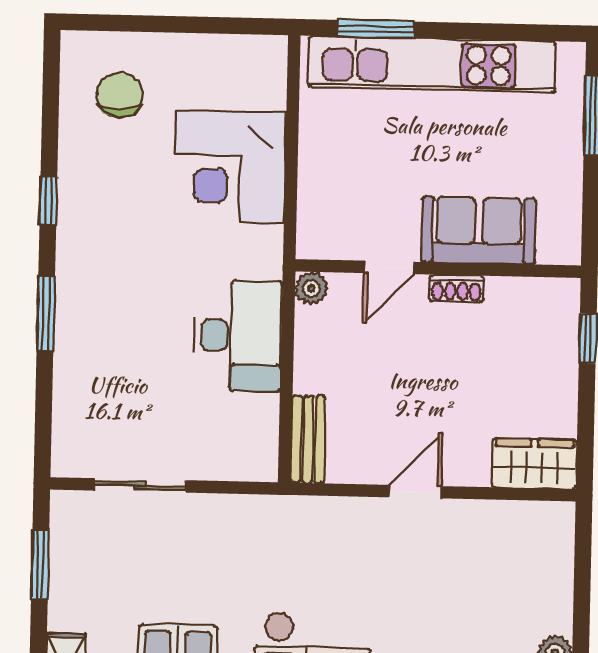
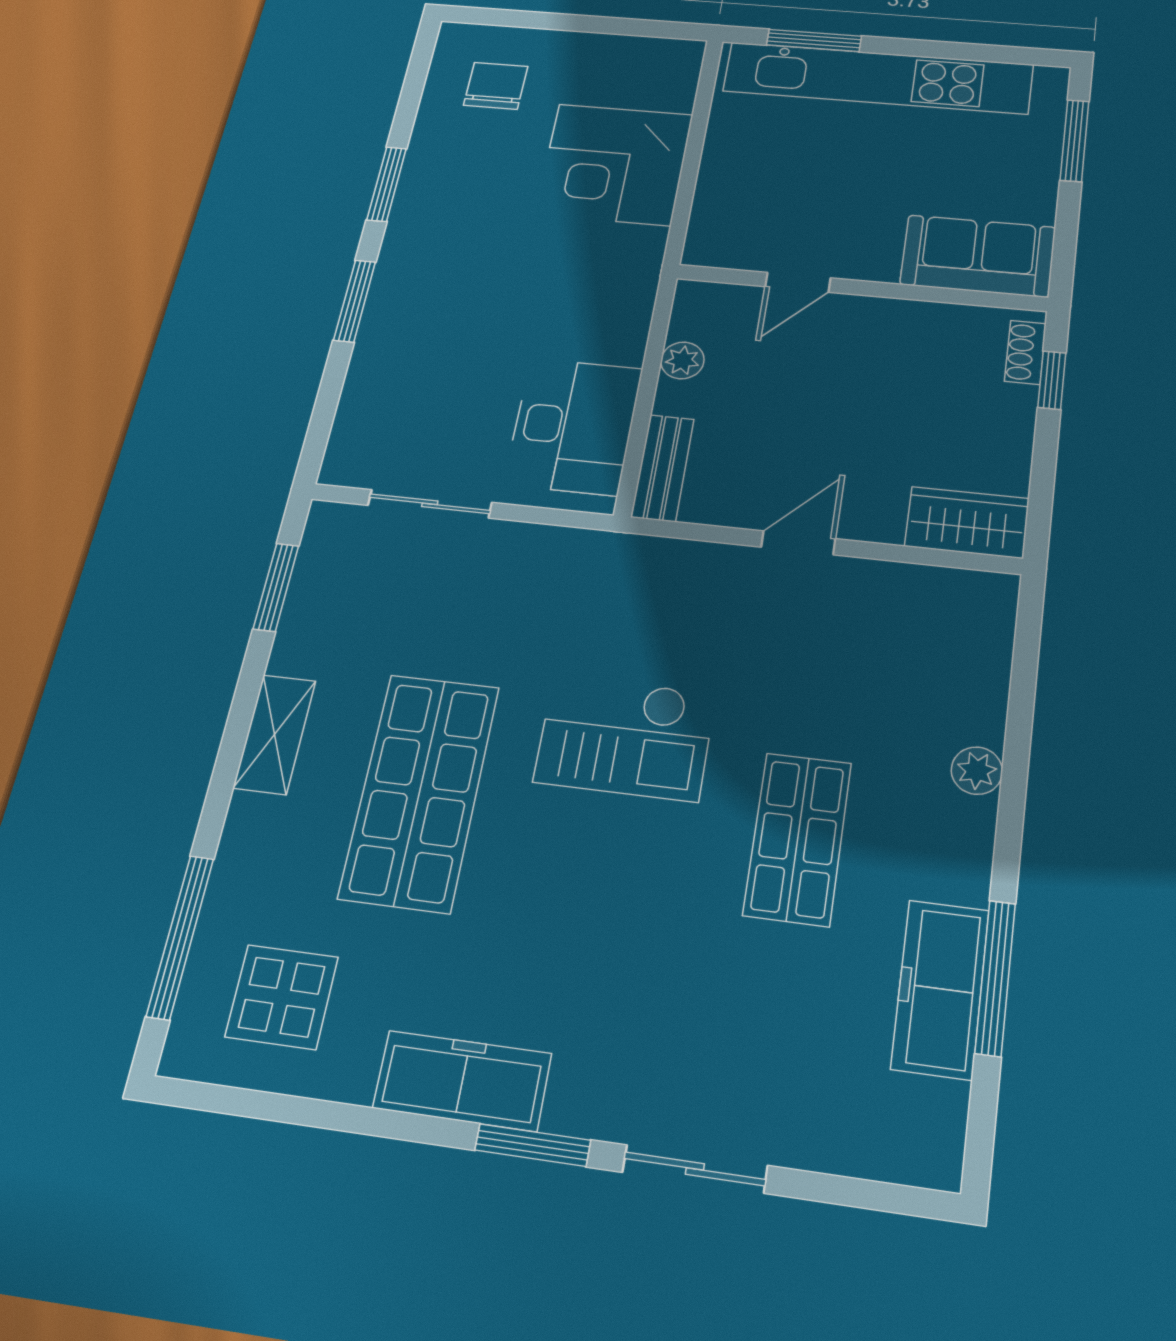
window: (48, 201) -> (387, 184), width x1.50
sofa: (479, 230) -> (978, 256), moved
plant: (311, 288) -> (682, 360), moved
shoe rack: (456, 288) -> (1025, 352), moved, turned 90
desk: (238, 335) -> (573, 426), moved

